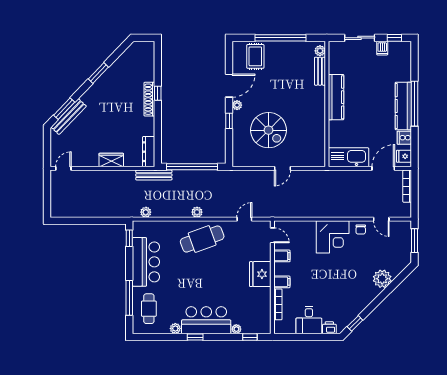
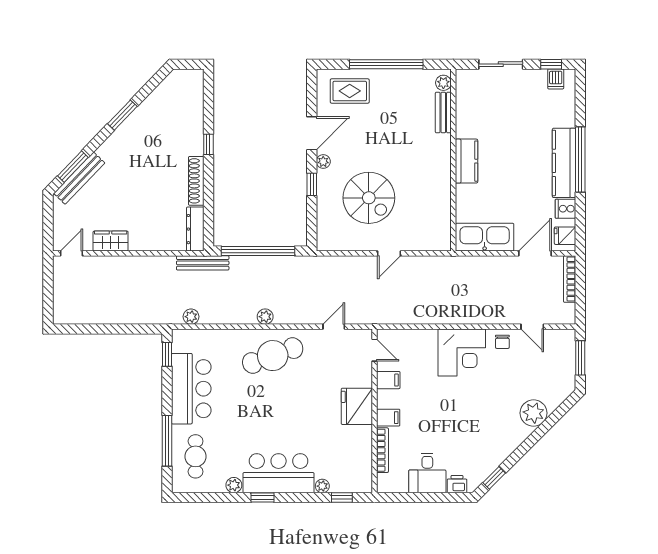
dishwasher: (382, 48) -> (556, 79), moved
rug: (255, 56) -> (350, 91), turned 90
kitchen counter: (336, 97) -> (467, 161), width x0.67
shoe rack: (149, 99) -> (196, 181), moved
wardrobe: (111, 160) -> (111, 241), moved

